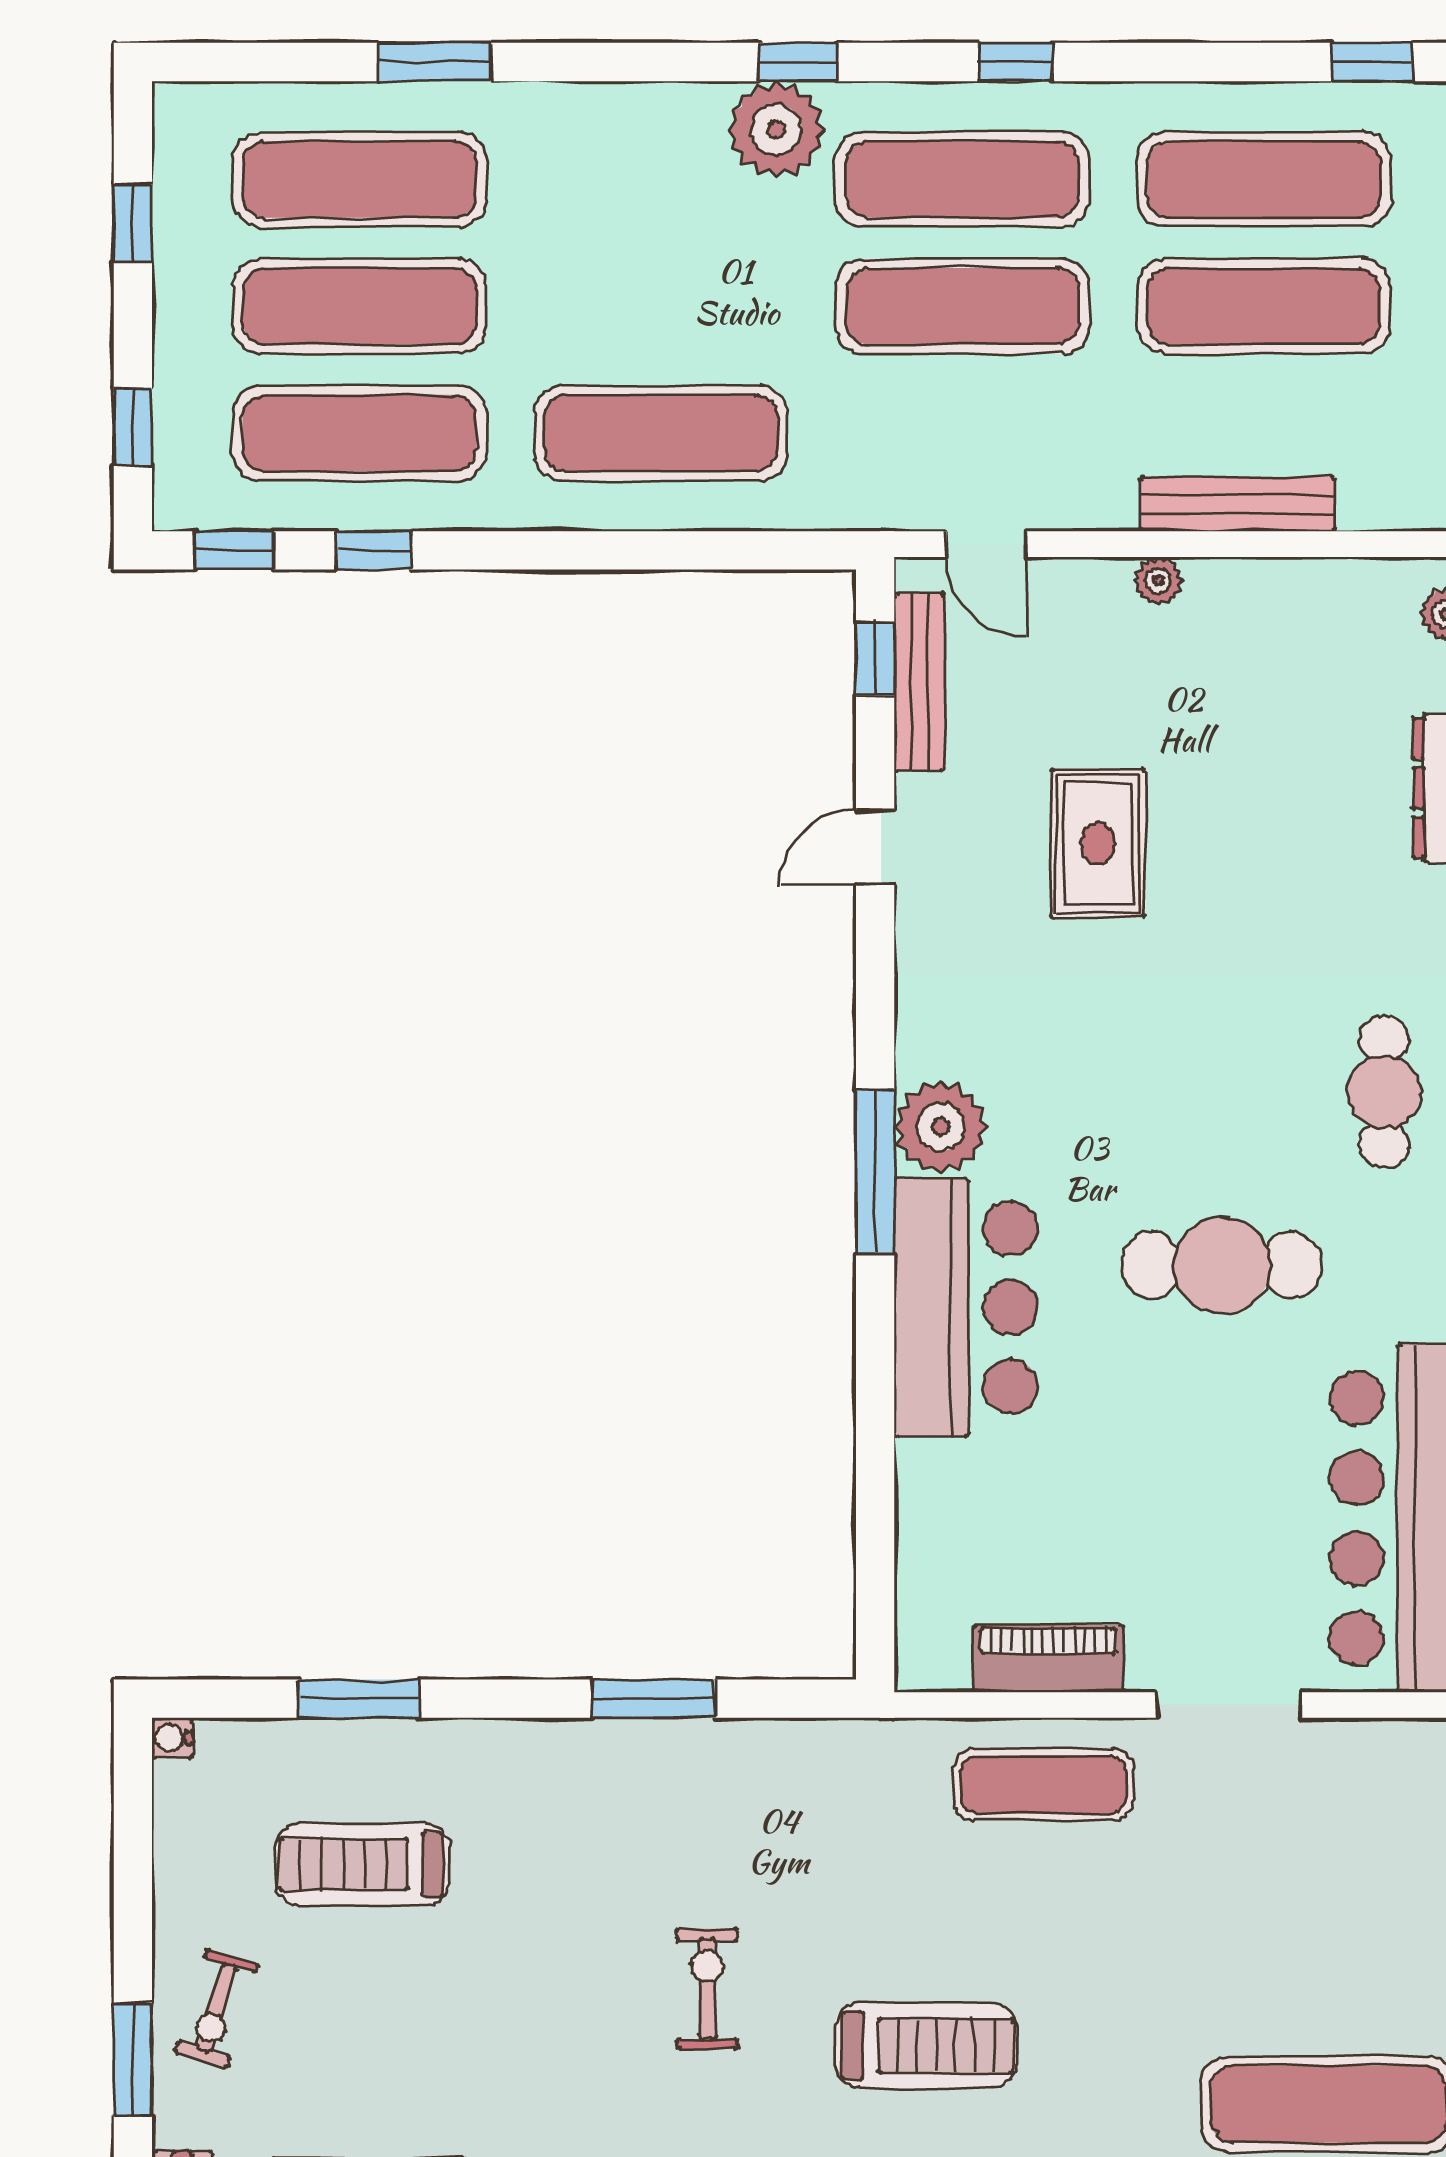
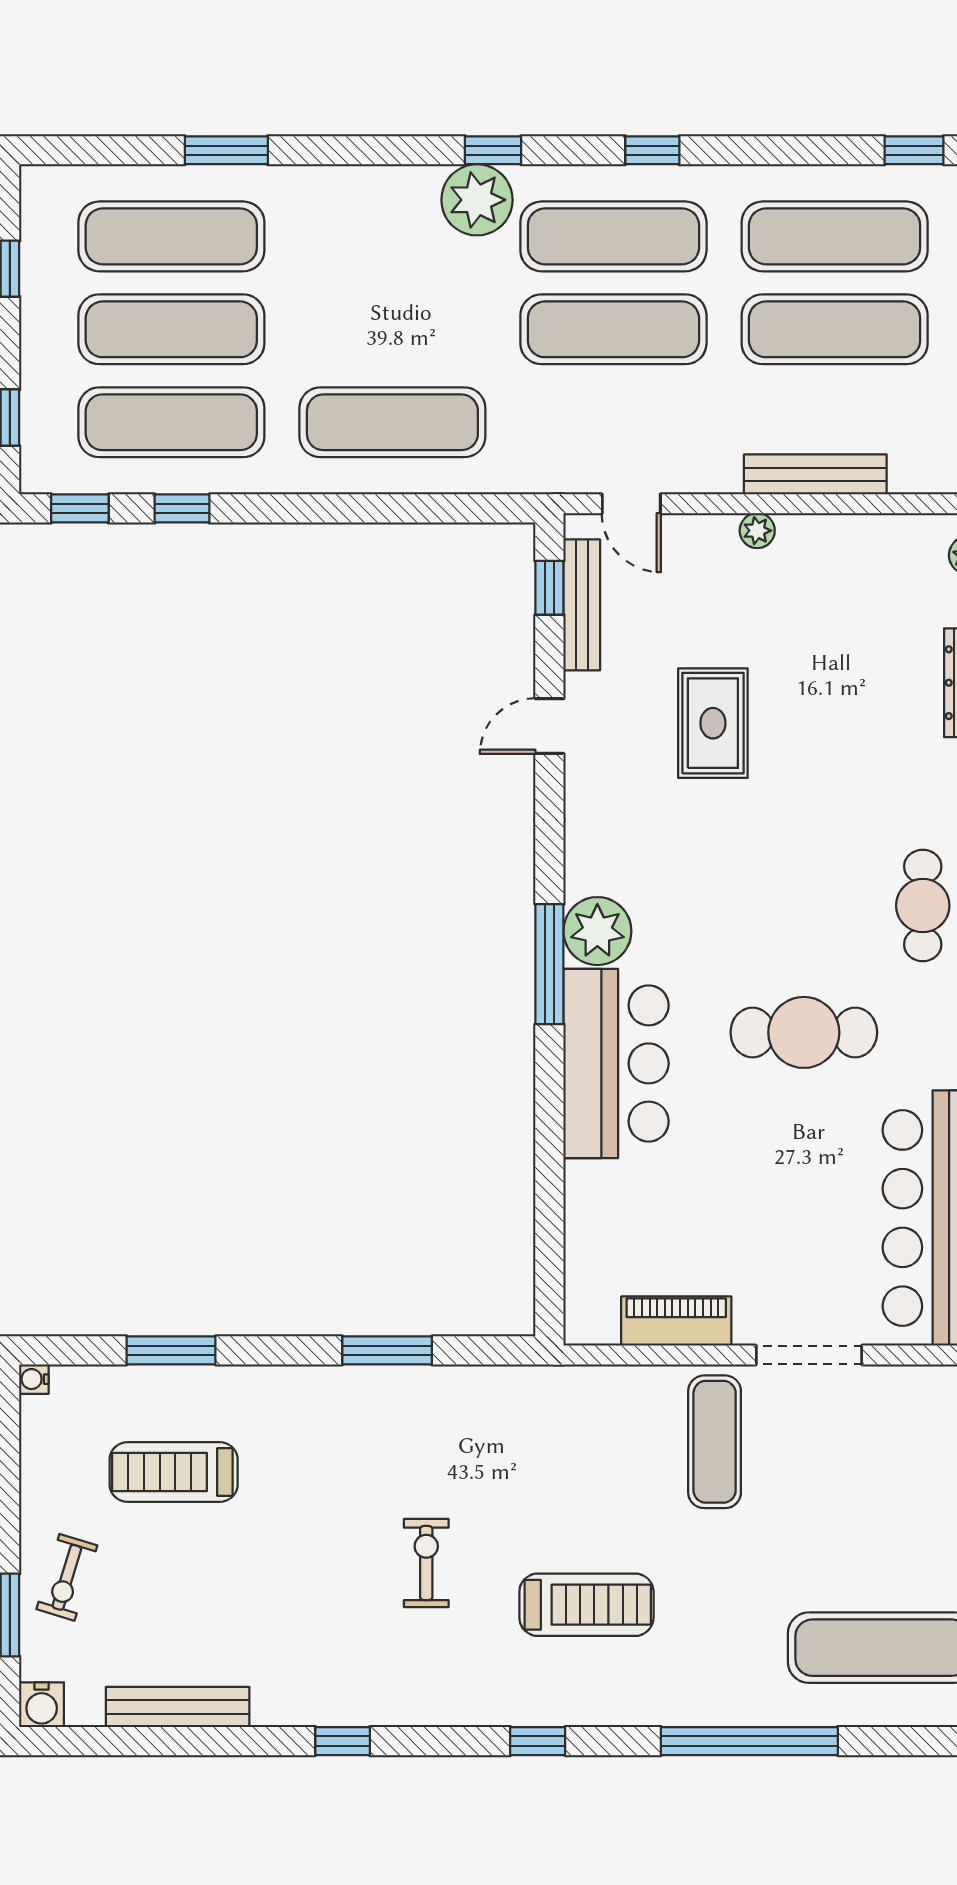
exercise mat: (1043, 1785) -> (715, 1442), moved, turned 90

